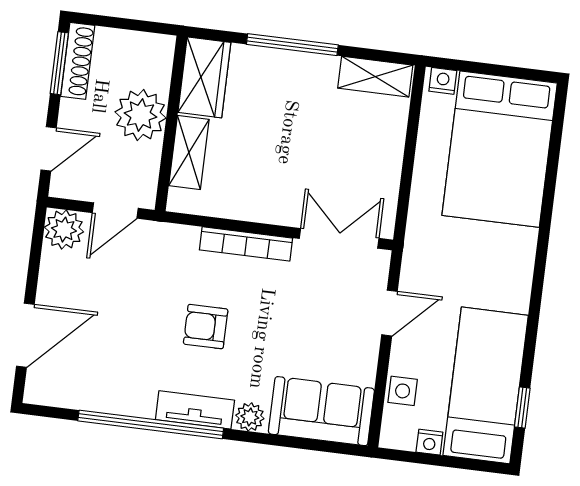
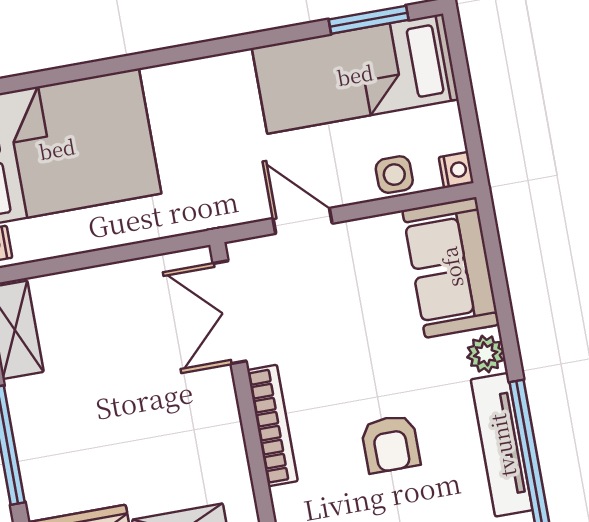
window: (522, 408) -> (369, 20), width x1.50
tv unit: (195, 410) -> (502, 445), width x1.41
nightstand: (429, 442) -> (456, 170), moved

